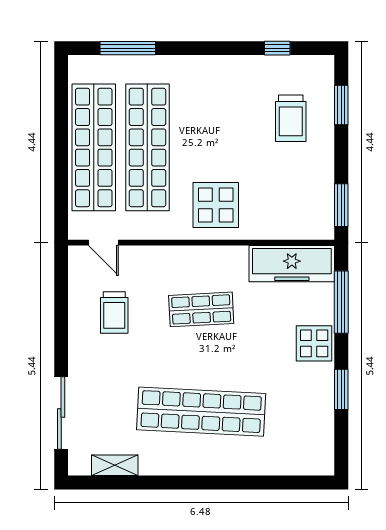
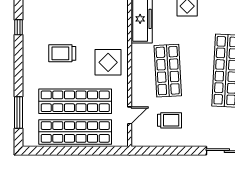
trolley: (291, 118) -> (62, 53), moved, turned 180
door: (103, 243) -> (130, 115), moved
shop shelf: (201, 309) -> (168, 71), width x1.43, depth x1.36

